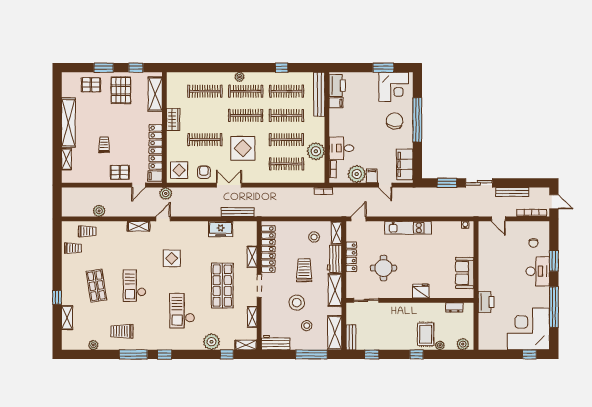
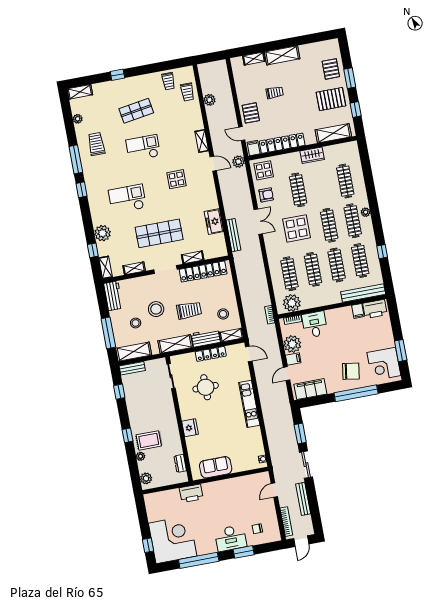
shelving: (68, 123) -> (282, 55), width x0.68
plant: (316, 151) -> (292, 303), moved
shelving: (67, 318) -> (80, 92), moved

